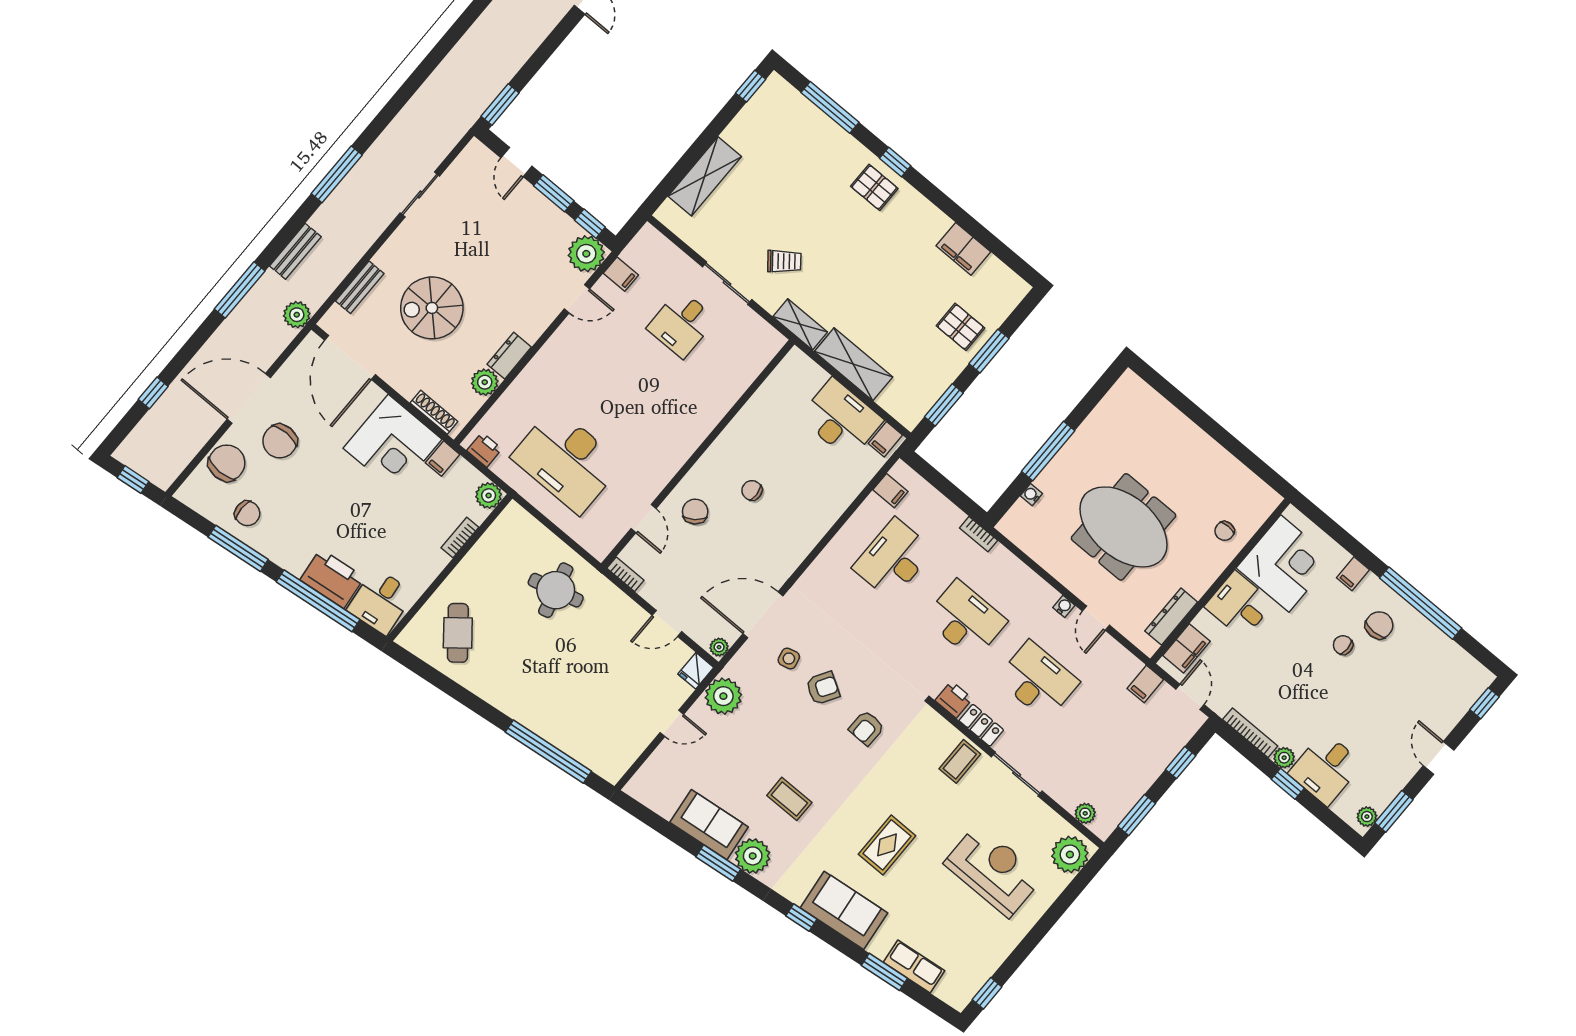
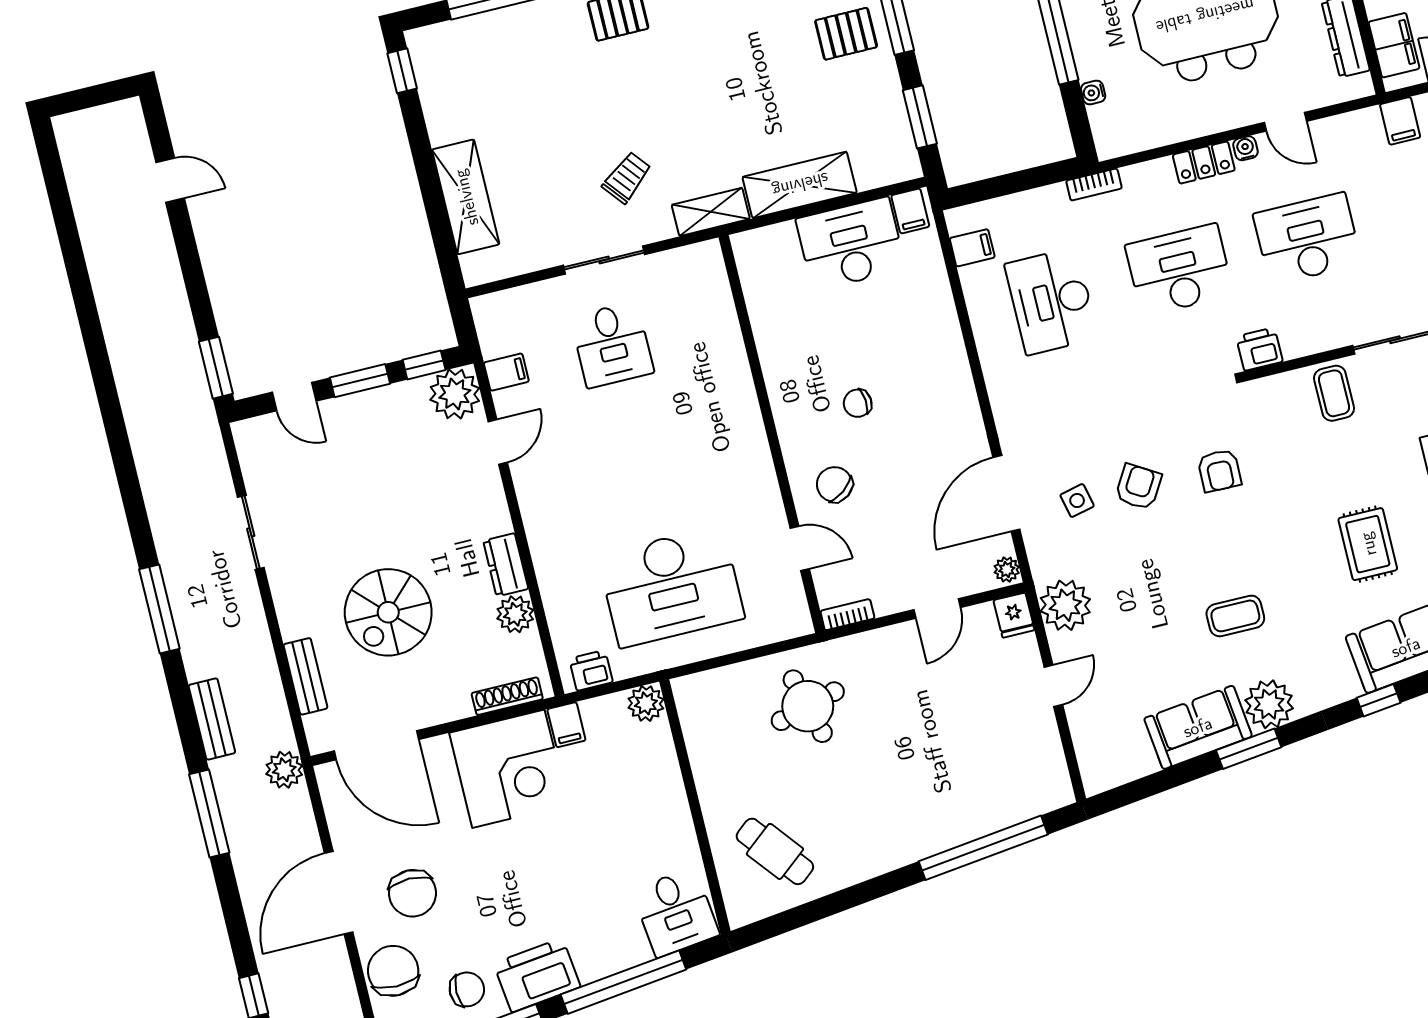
bookcase: (460, 537) -> (669, 770), removed
printer: (332, 579) -> (537, 975), moved
locker: (981, 725) -> (1204, 163), moved, turned 180

